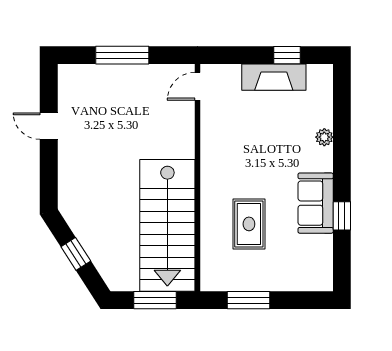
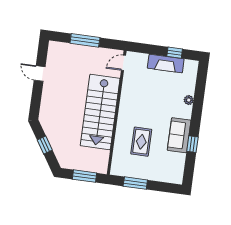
stairs: (167, 225) -> (100, 112), moved

